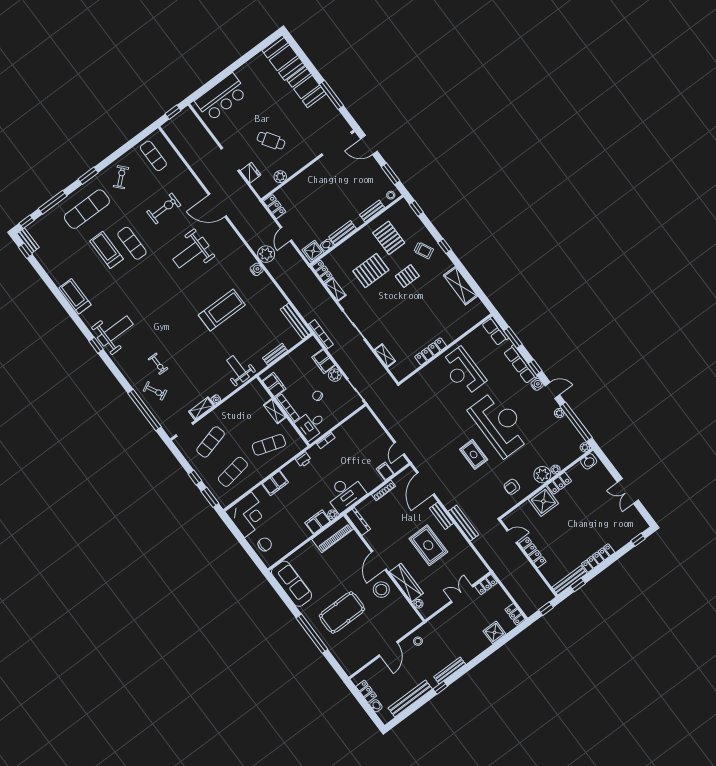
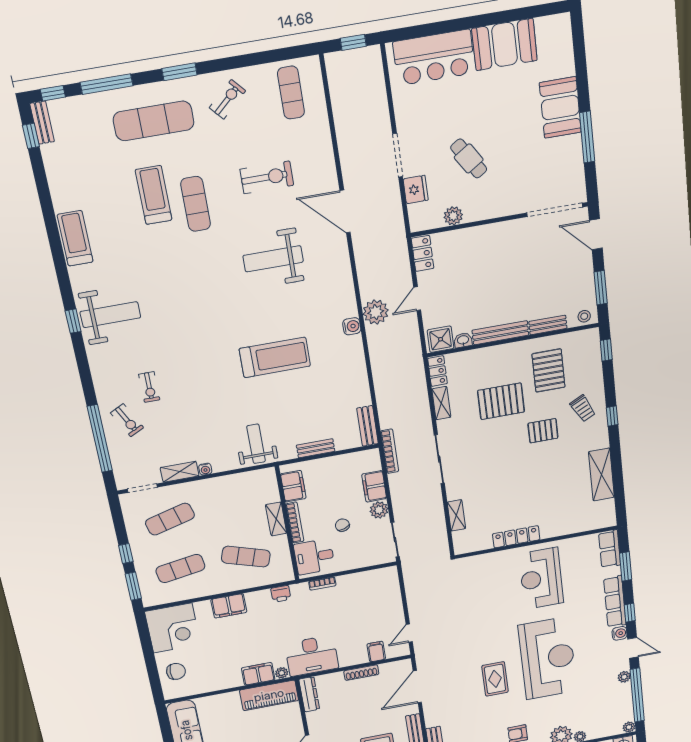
booth: (283, 58) -> (505, 44), moved, turned 90
bench: (343, 233) -> (500, 333), width x1.36
bench: (296, 321) -> (367, 426), width x0.73

